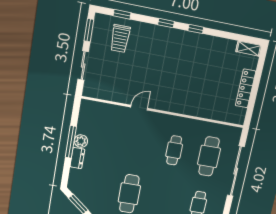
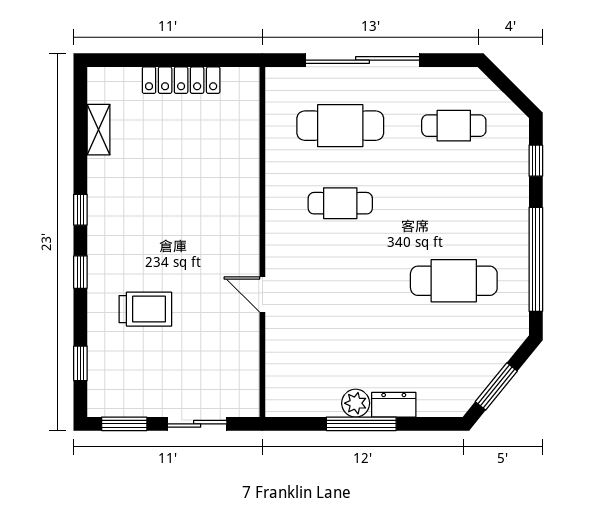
trolley: (120, 39) -> (145, 309), moved
shelving: (249, 49) -> (99, 130), moved

